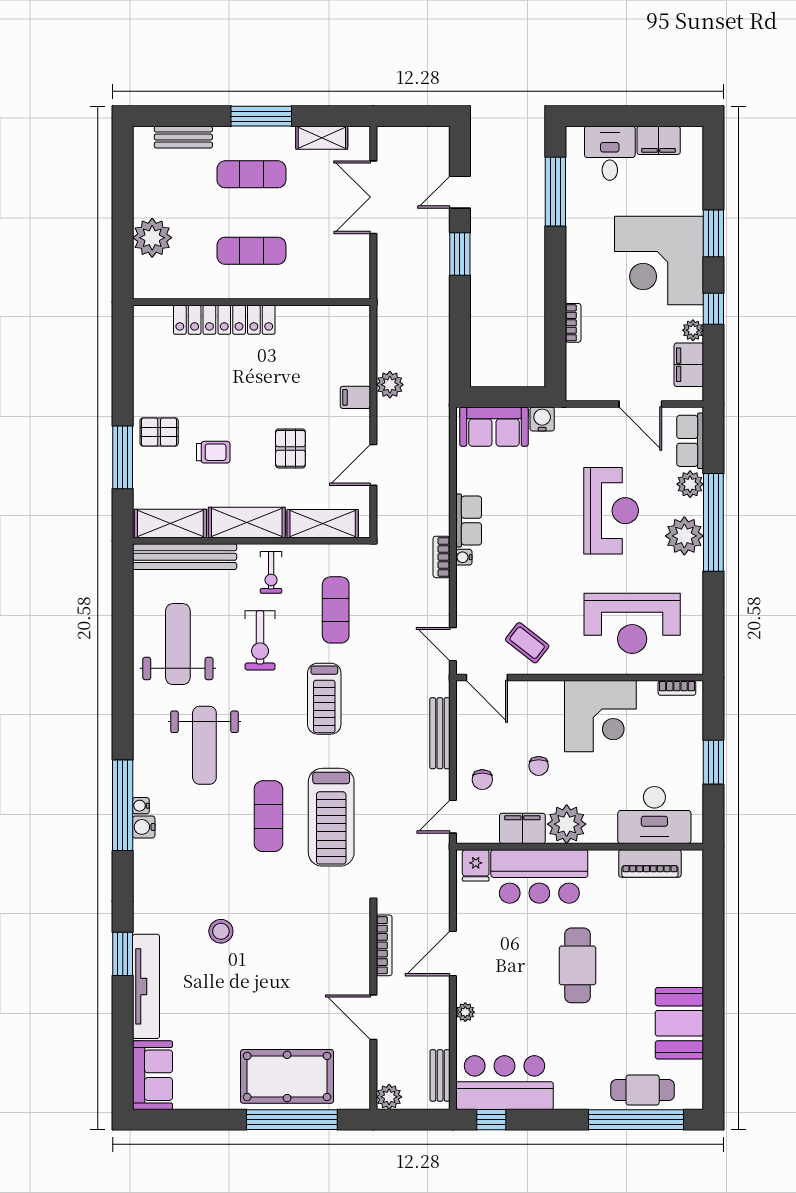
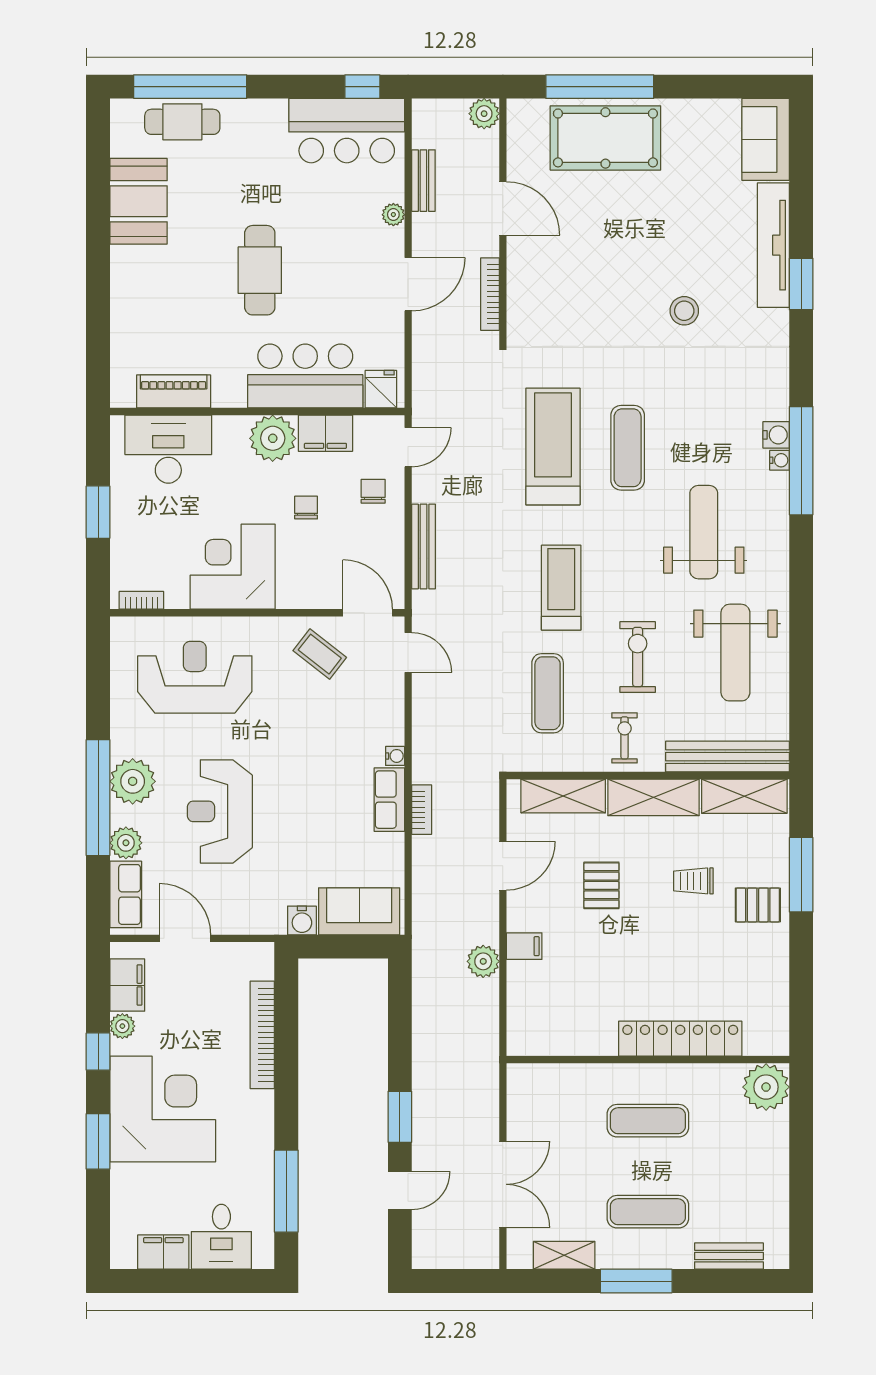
plant: (152, 238) -> (766, 1087), moved
bookcase: (573, 323) -> (262, 1035), width x2.31, depth x1.31
bookcase: (442, 557) -> (422, 810), moved
bench: (440, 1075) -> (423, 181), moved

